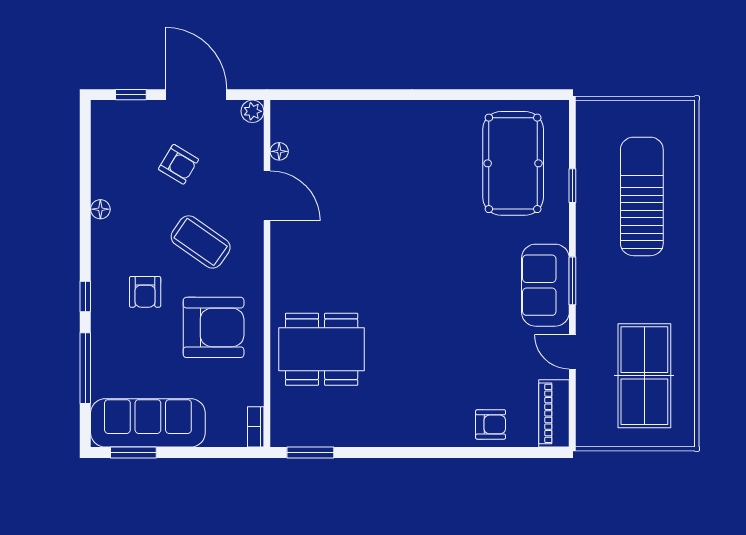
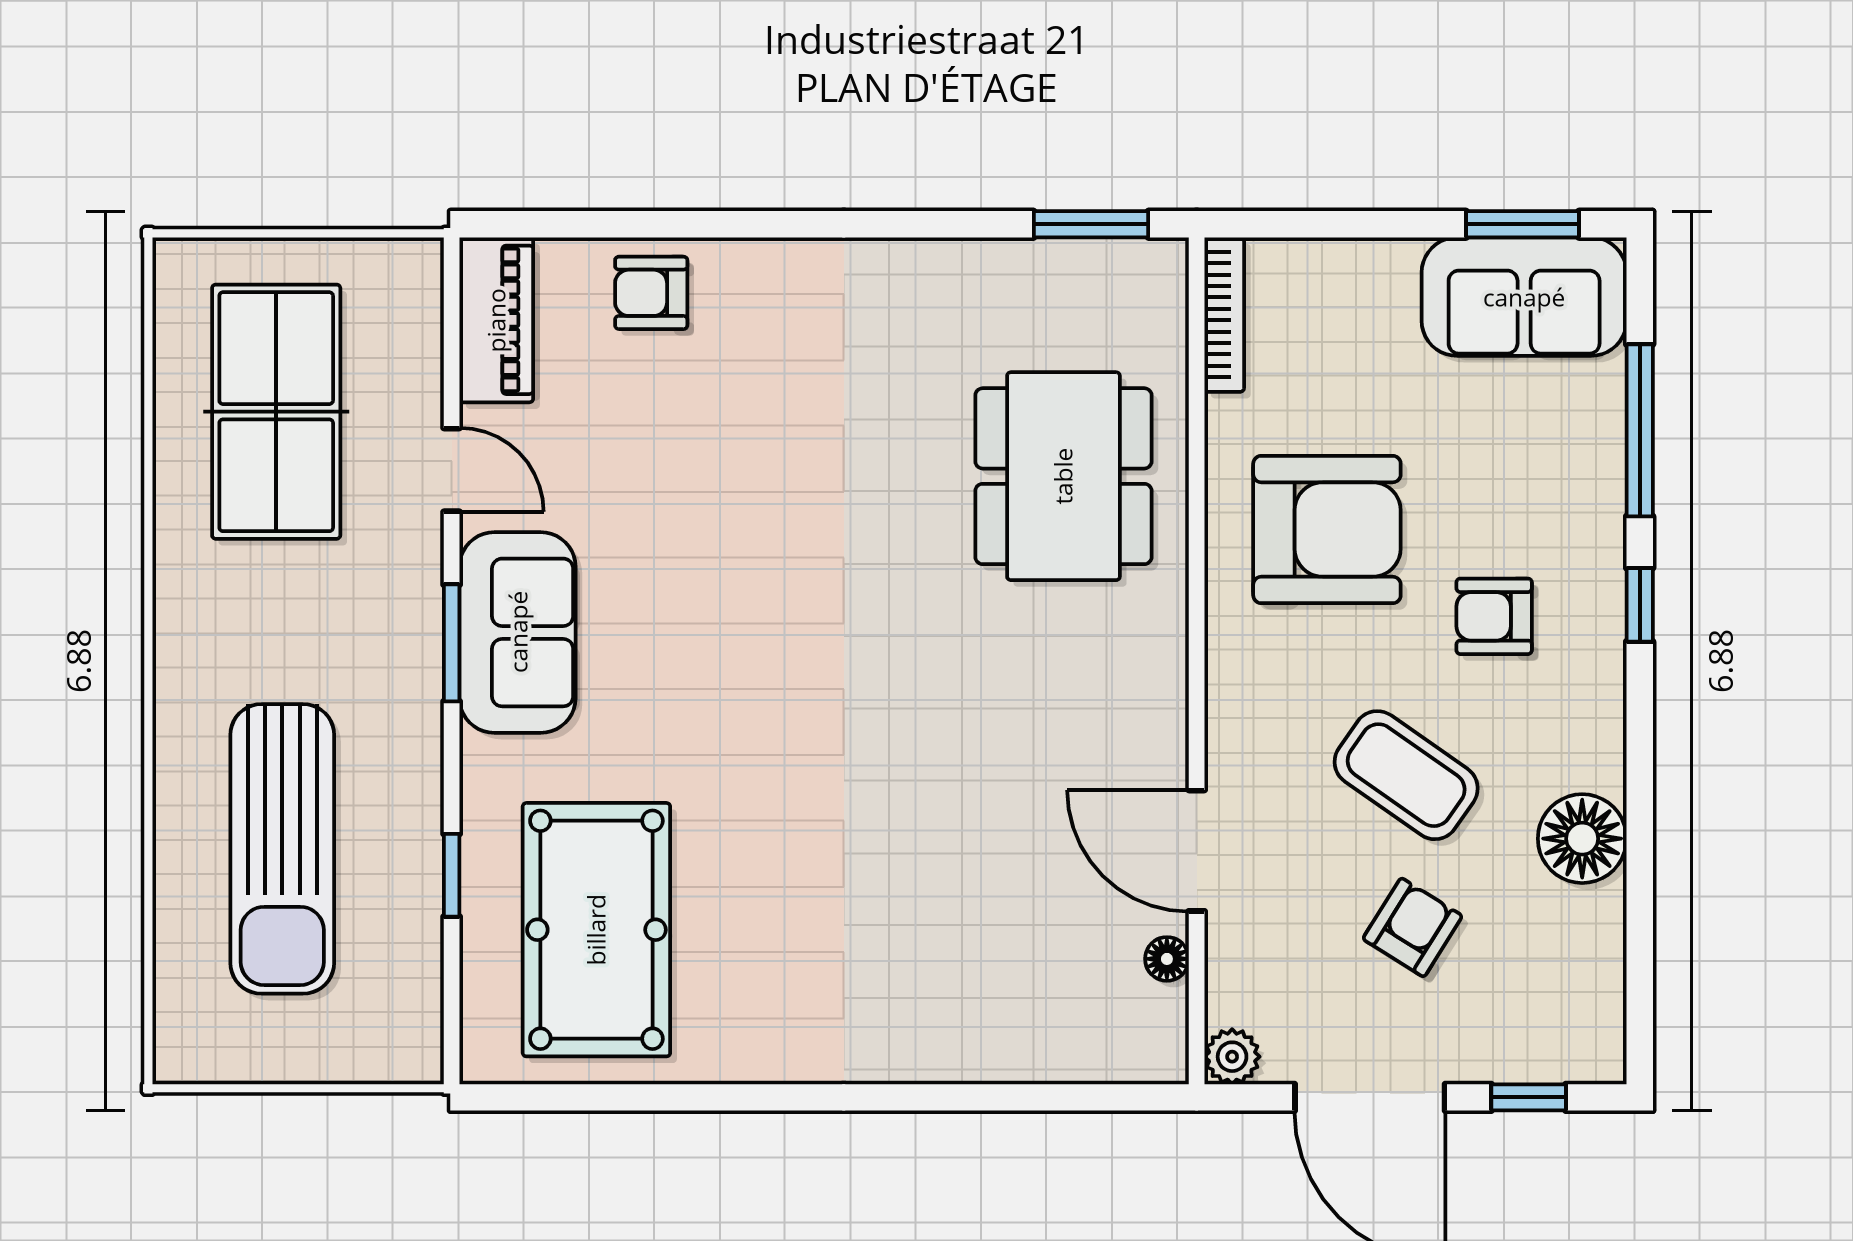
armchair: (178, 164) -> (1413, 927), turned 91
floor lamp: (100, 209) -> (1582, 839), width x1.89, depth x1.89
coffee table: (201, 242) -> (1406, 775), moved
armchair: (145, 292) -> (1494, 616), turned -90
armchair: (214, 327) -> (1327, 529), turned 180
dining table: (322, 349) -> (1063, 476), turned 90
sofa: (148, 423) -> (1524, 297), width x0.73
bookcase: (256, 427) -> (1224, 315), width x1.56

